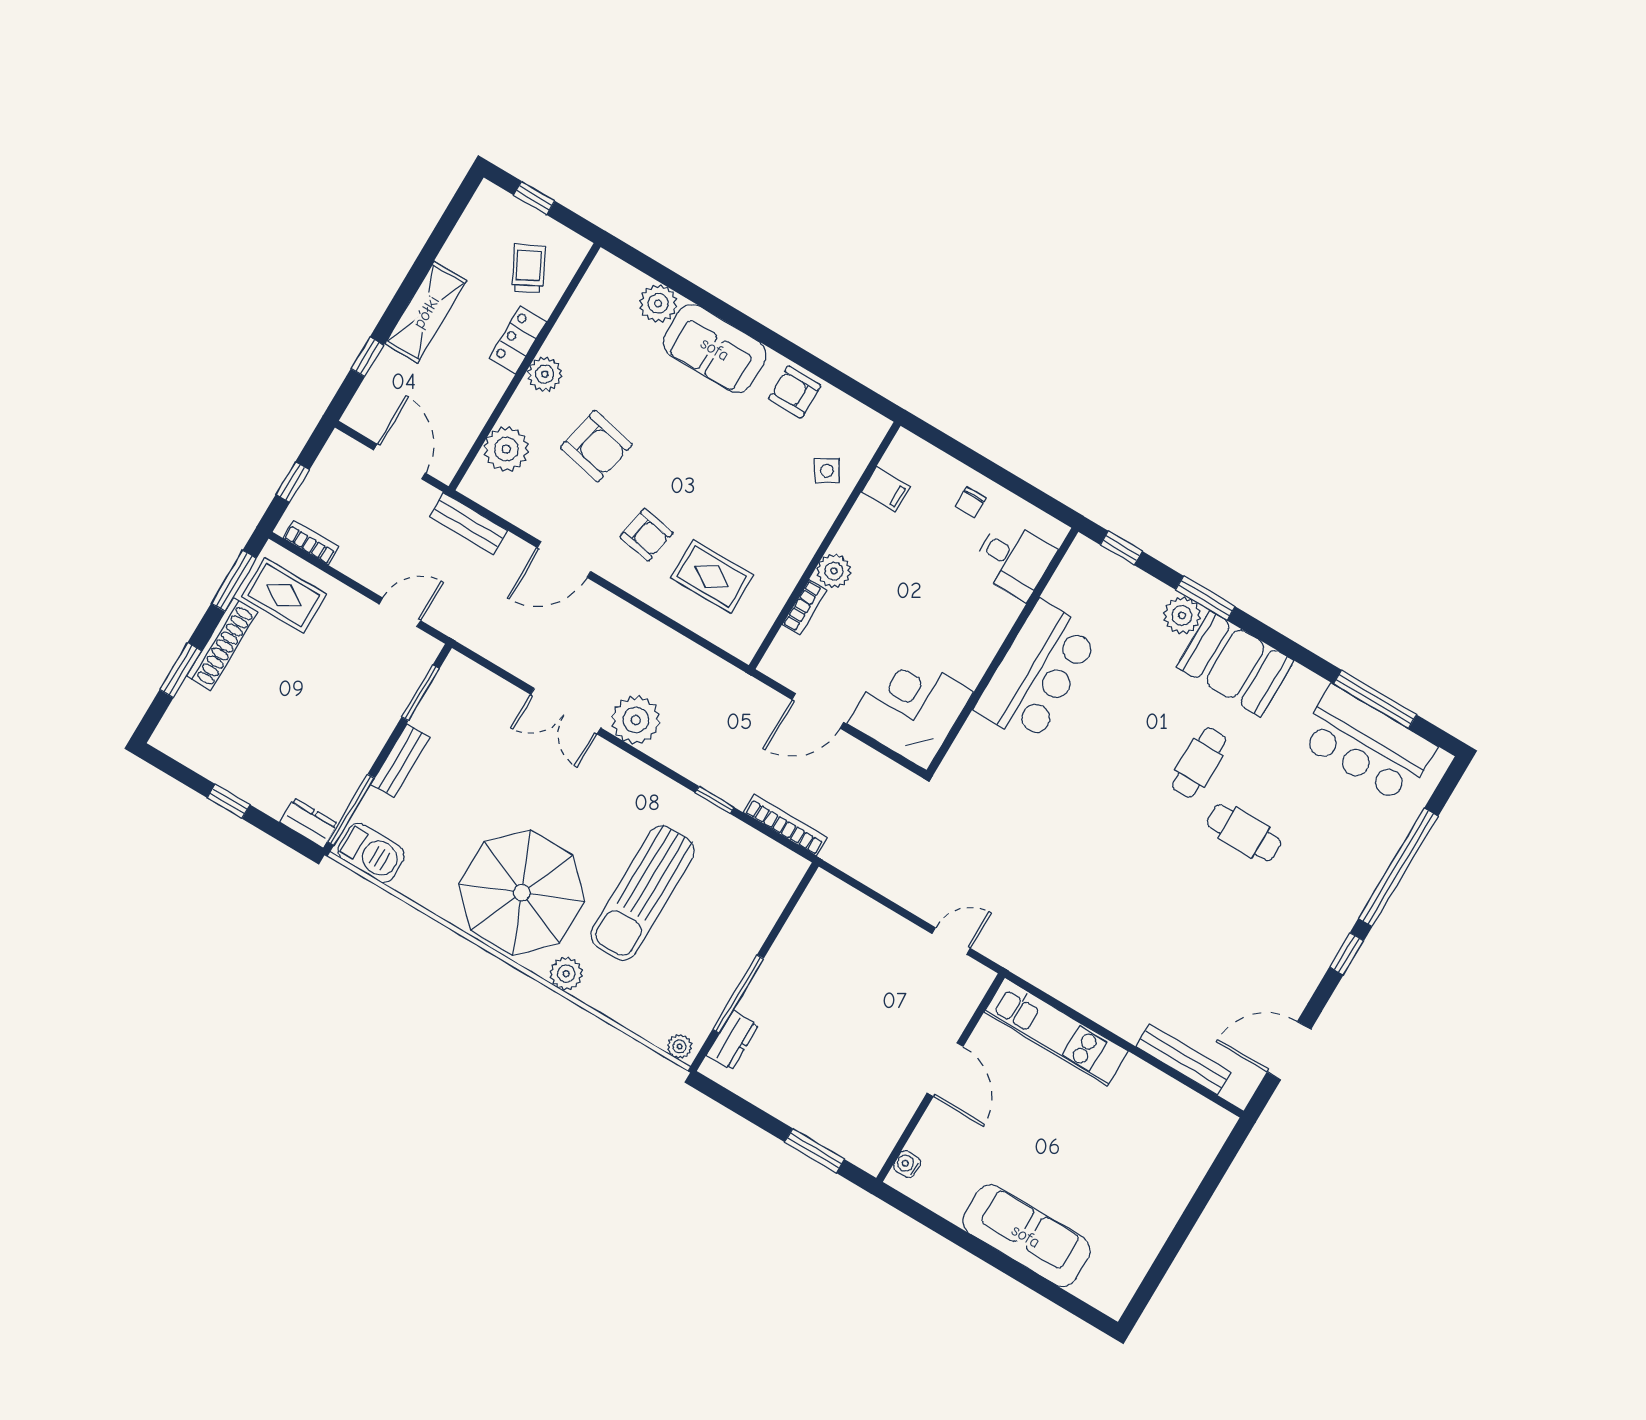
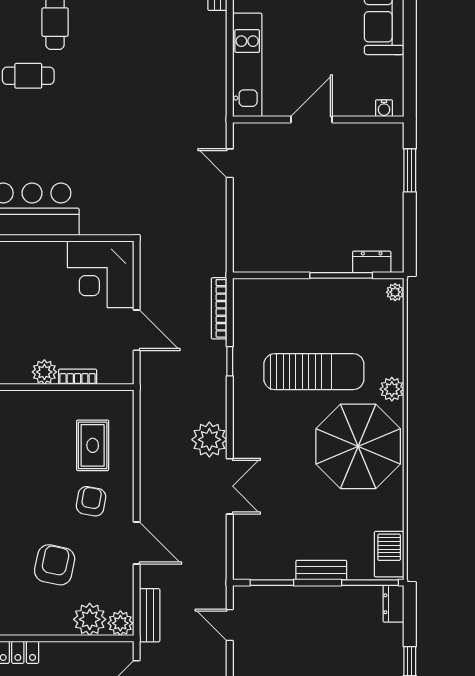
plant: (545, 374) -> (120, 623), moved

